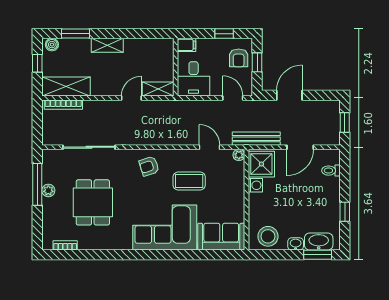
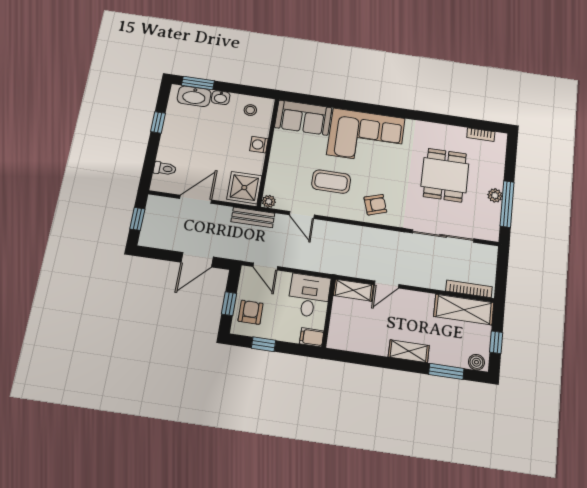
bench: (256, 139) -> (253, 217), width x0.73
washing machine: (255, 185) -> (259, 145), moved
stool: (268, 236) -> (250, 110), width x0.53, depth x0.53

